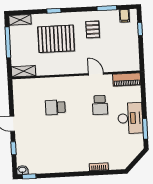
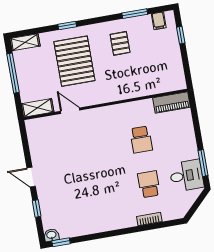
pallet: (56, 39) -> (74, 61), turned 90
door: (96, 74) -> (70, 111), moved
school desk: (55, 107) -> (149, 184), moved, turned 90
desk: (130, 118) -> (186, 176), moved, width x0.73

